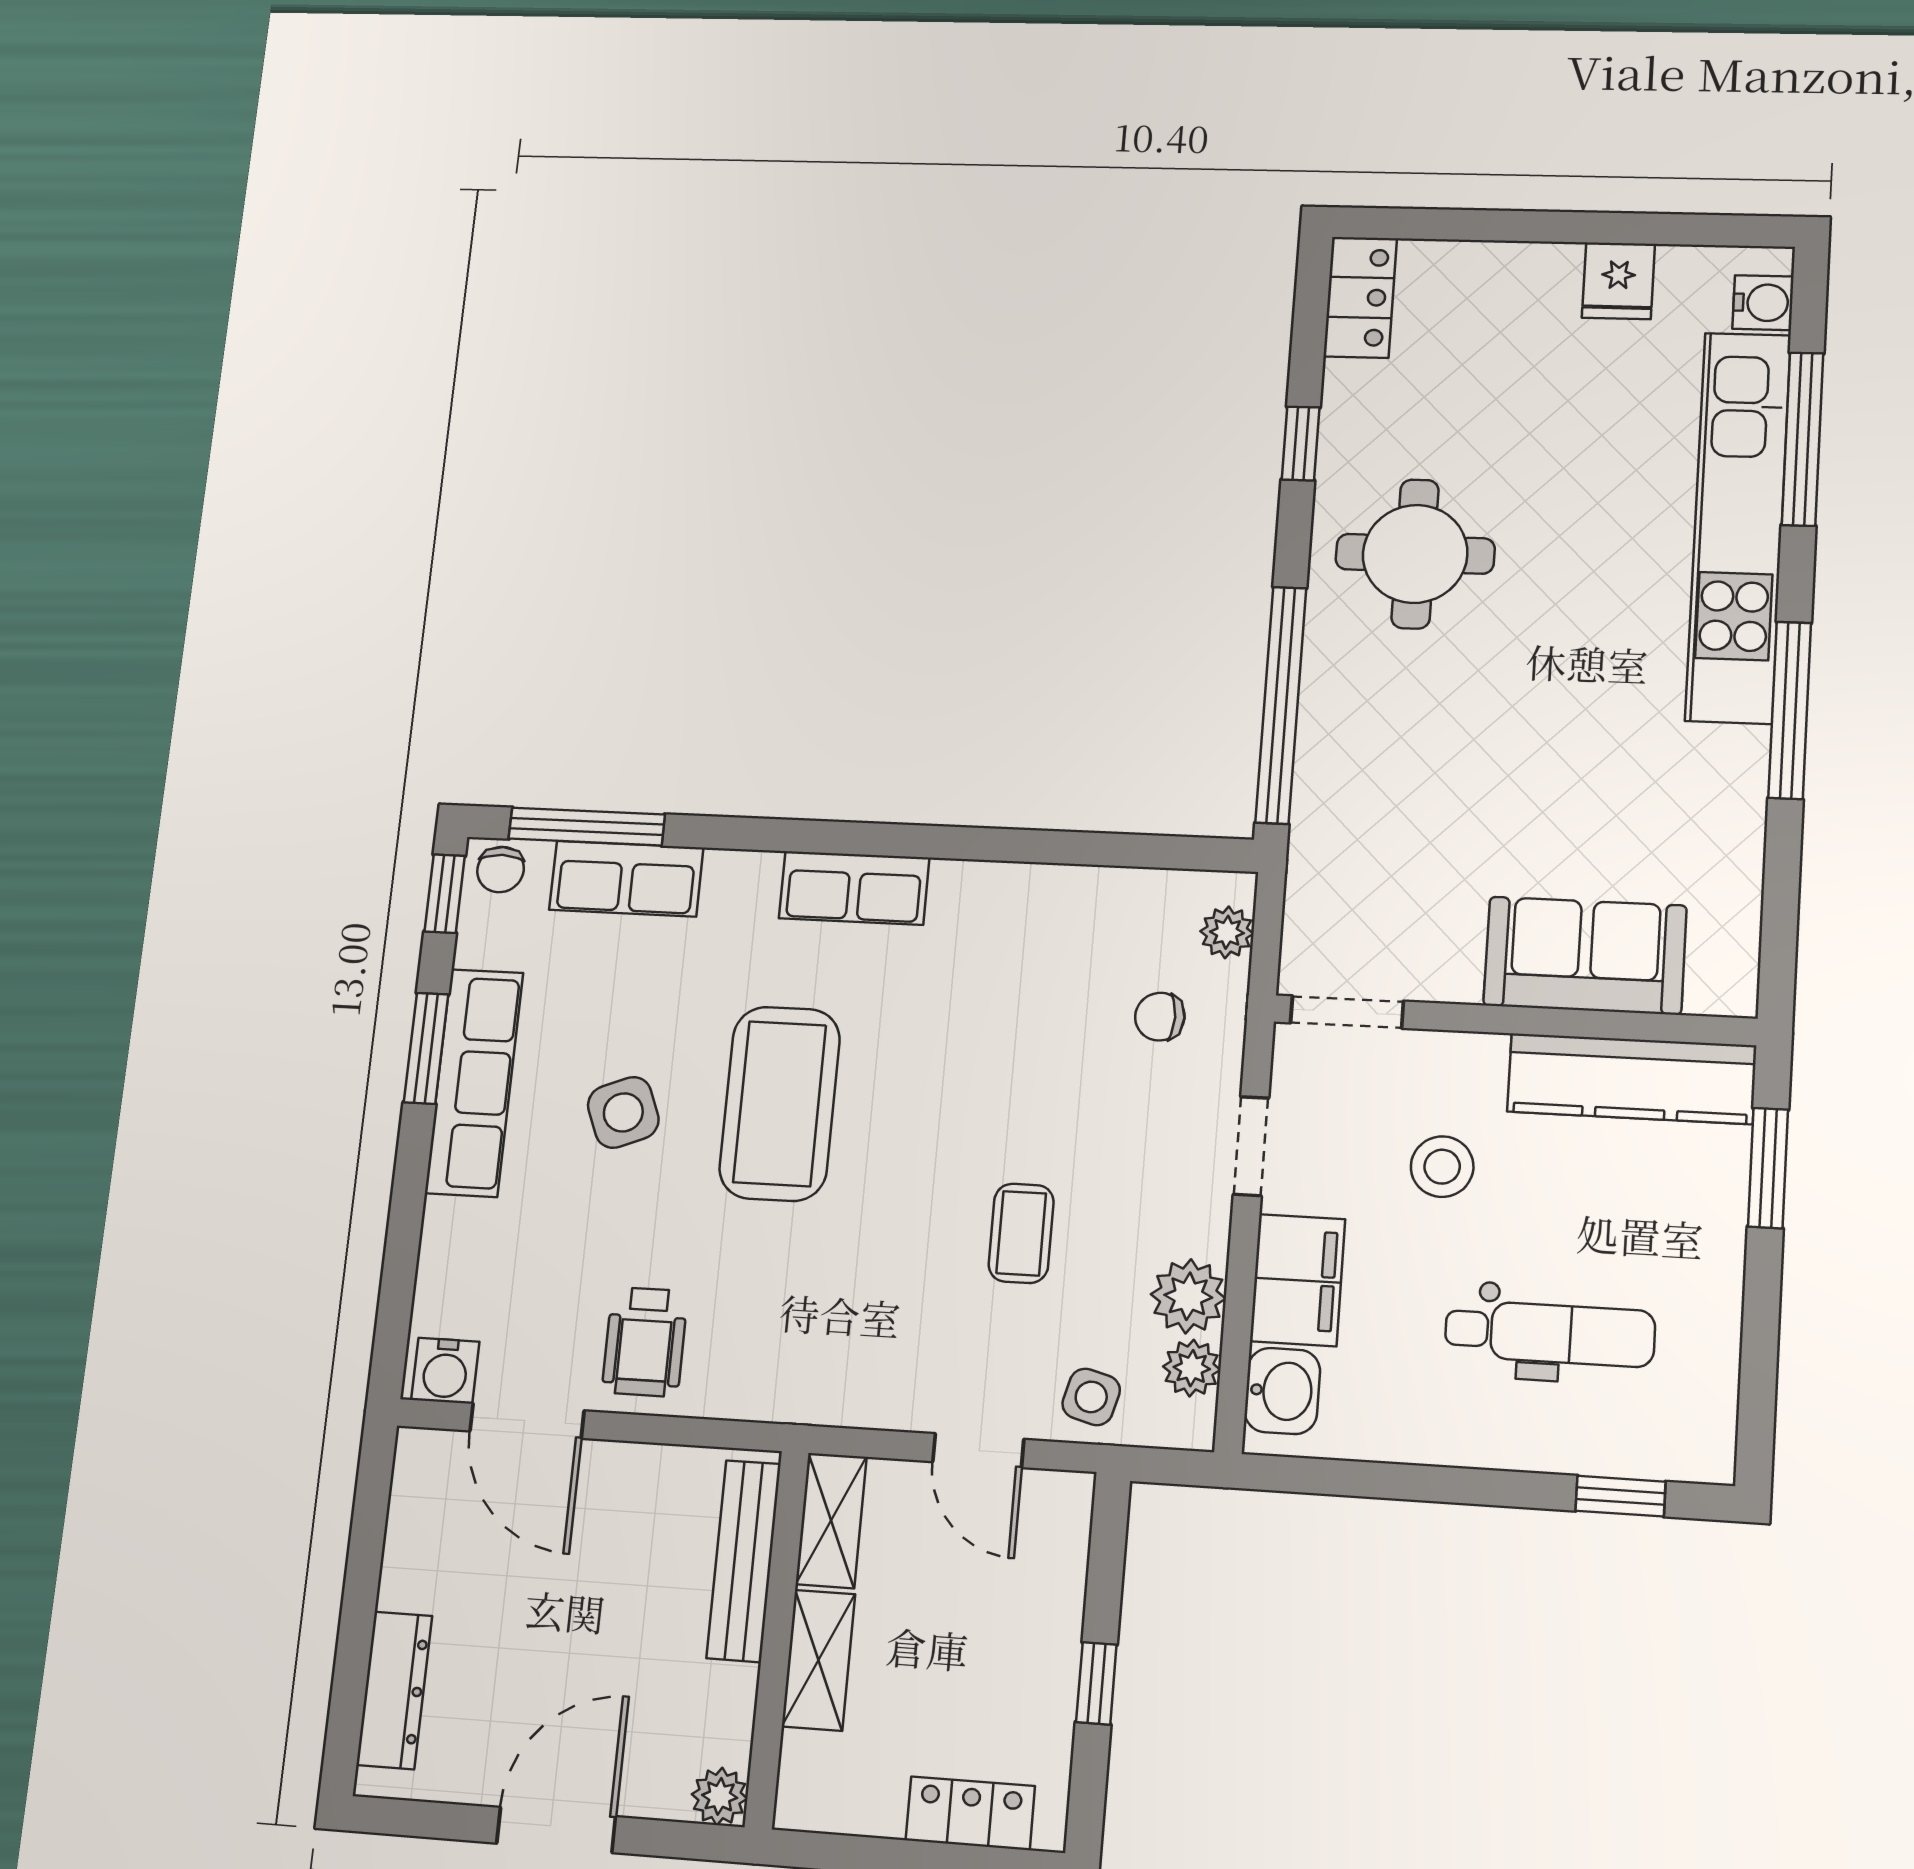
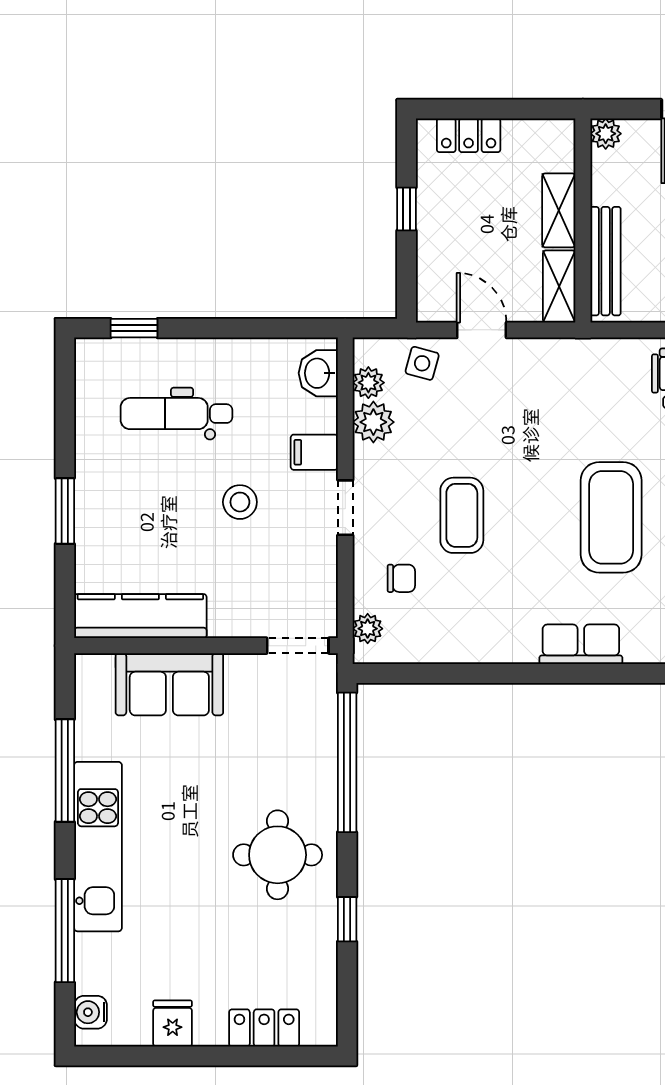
locker: (1360, 297) -> (264, 1028), moved, turned 90
kitchen unit: (1738, 526) -> (98, 847), width x0.73
sofa: (1585, 956) -> (169, 684), moved
doorway: (1347, 1012) -> (298, 646), moved
wall: (1514, 1020) -> (206, 646), moved
kitchen counter: (1631, 1079) -> (140, 616), moved
coffee table: (1021, 1233) -> (462, 515), moved, width x1.36, depth x1.30
filing cabinet: (1298, 1280) -> (314, 452), width x0.50

